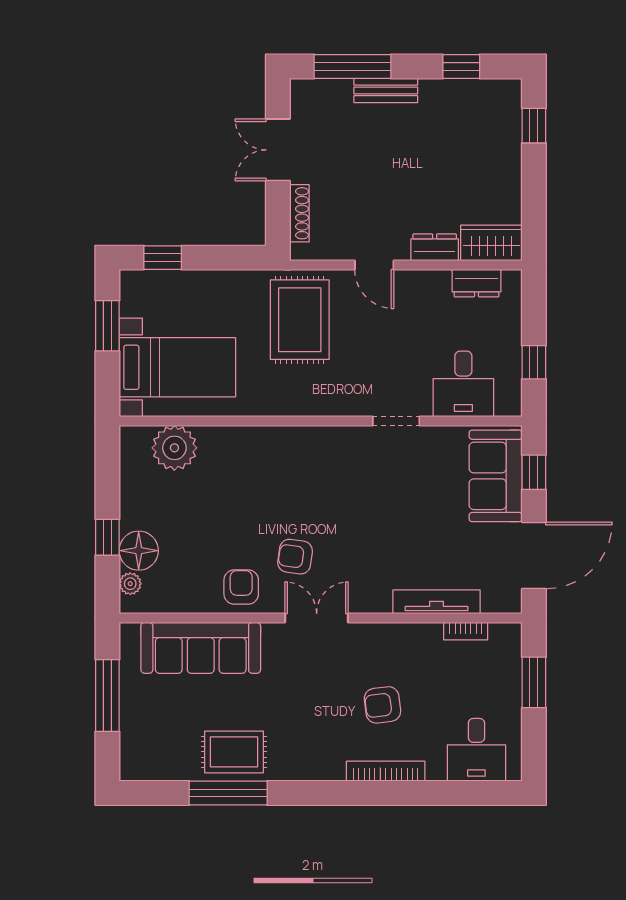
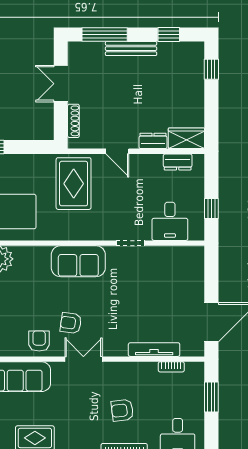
bench: (386, 90) -> (131, 49), width x1.36
window: (534, 472) -> (211, 273), removed
sofa: (496, 476) -> (78, 261), moved, turned -90

